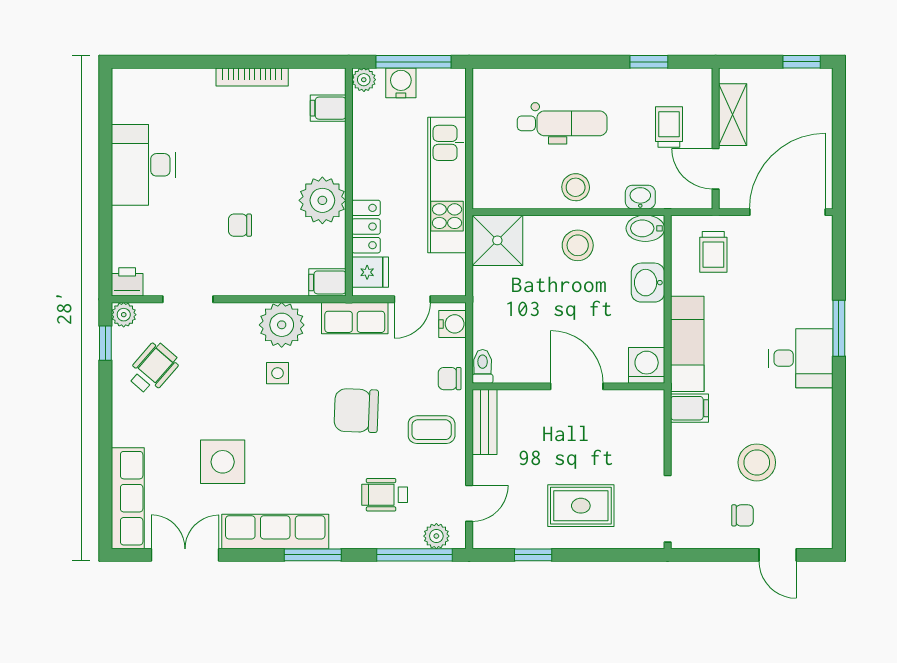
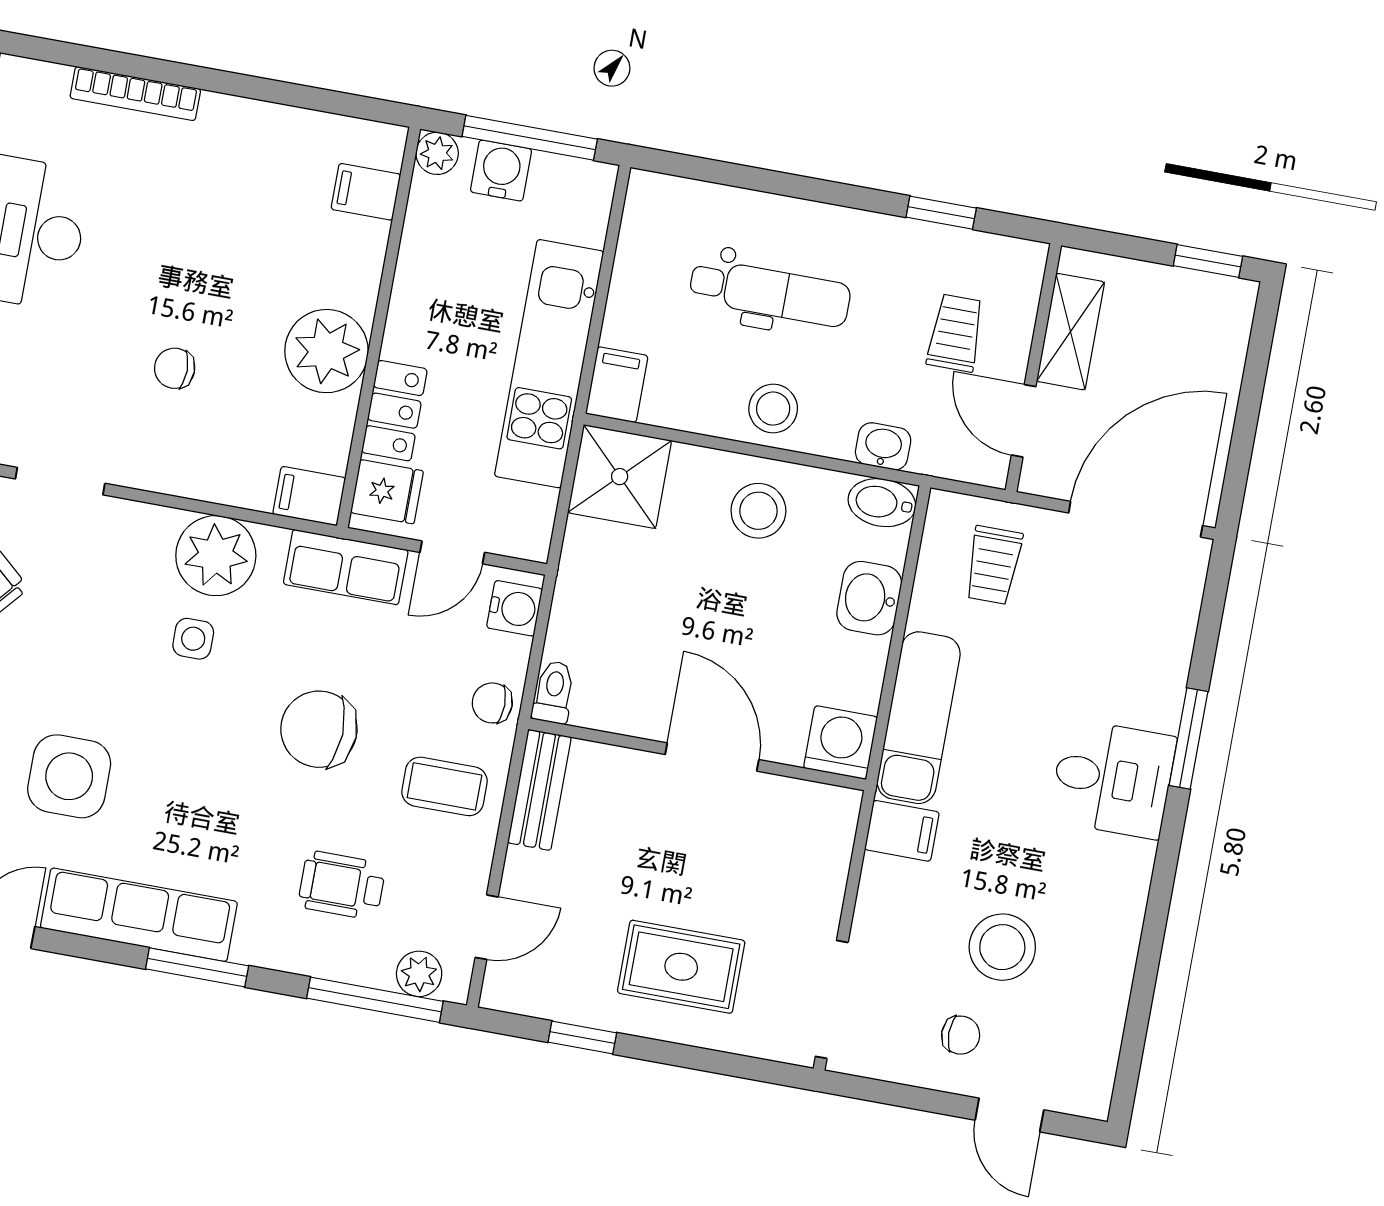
bookcase: (252, 77) -> (135, 94), moved
filing cabinet: (487, 190) -> (617, 385), added

